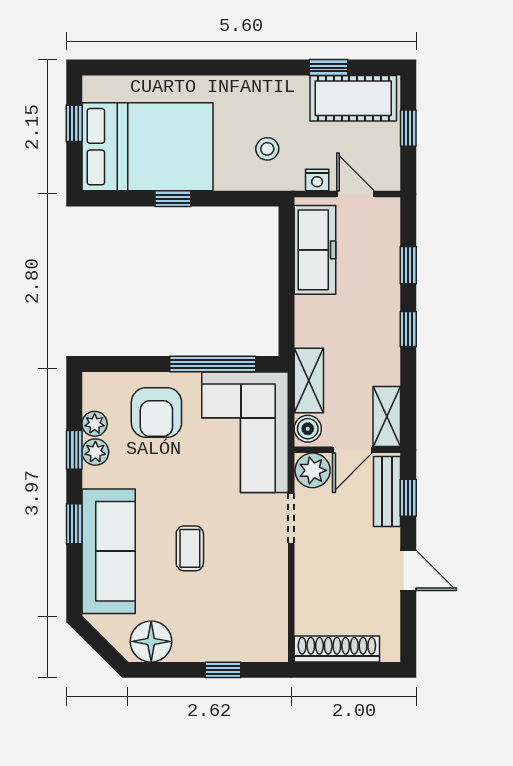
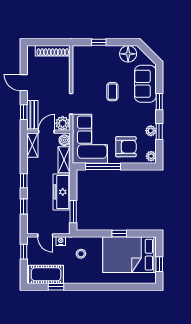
window: (408, 128) -> (24, 252), moved
freezer: (315, 250) -> (62, 192), moved
window: (287, 253) -> (73, 212), added
armchair: (156, 412) -> (126, 147), turned 90
plant: (95, 424) -> (151, 156), moved
sofa: (109, 551) -> (145, 84), width x0.73

